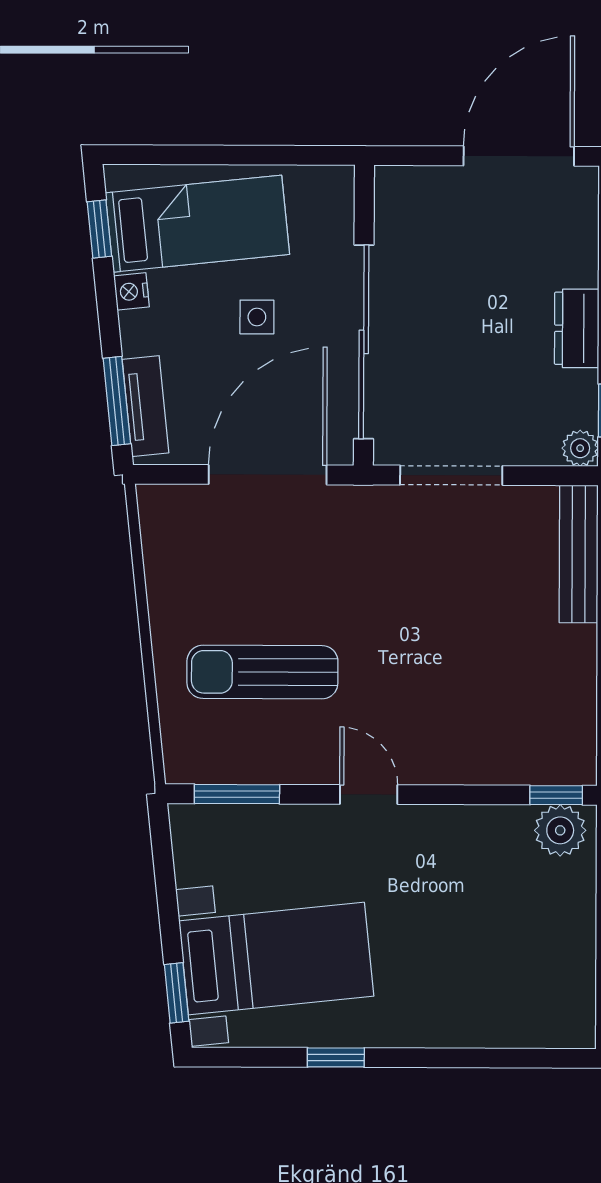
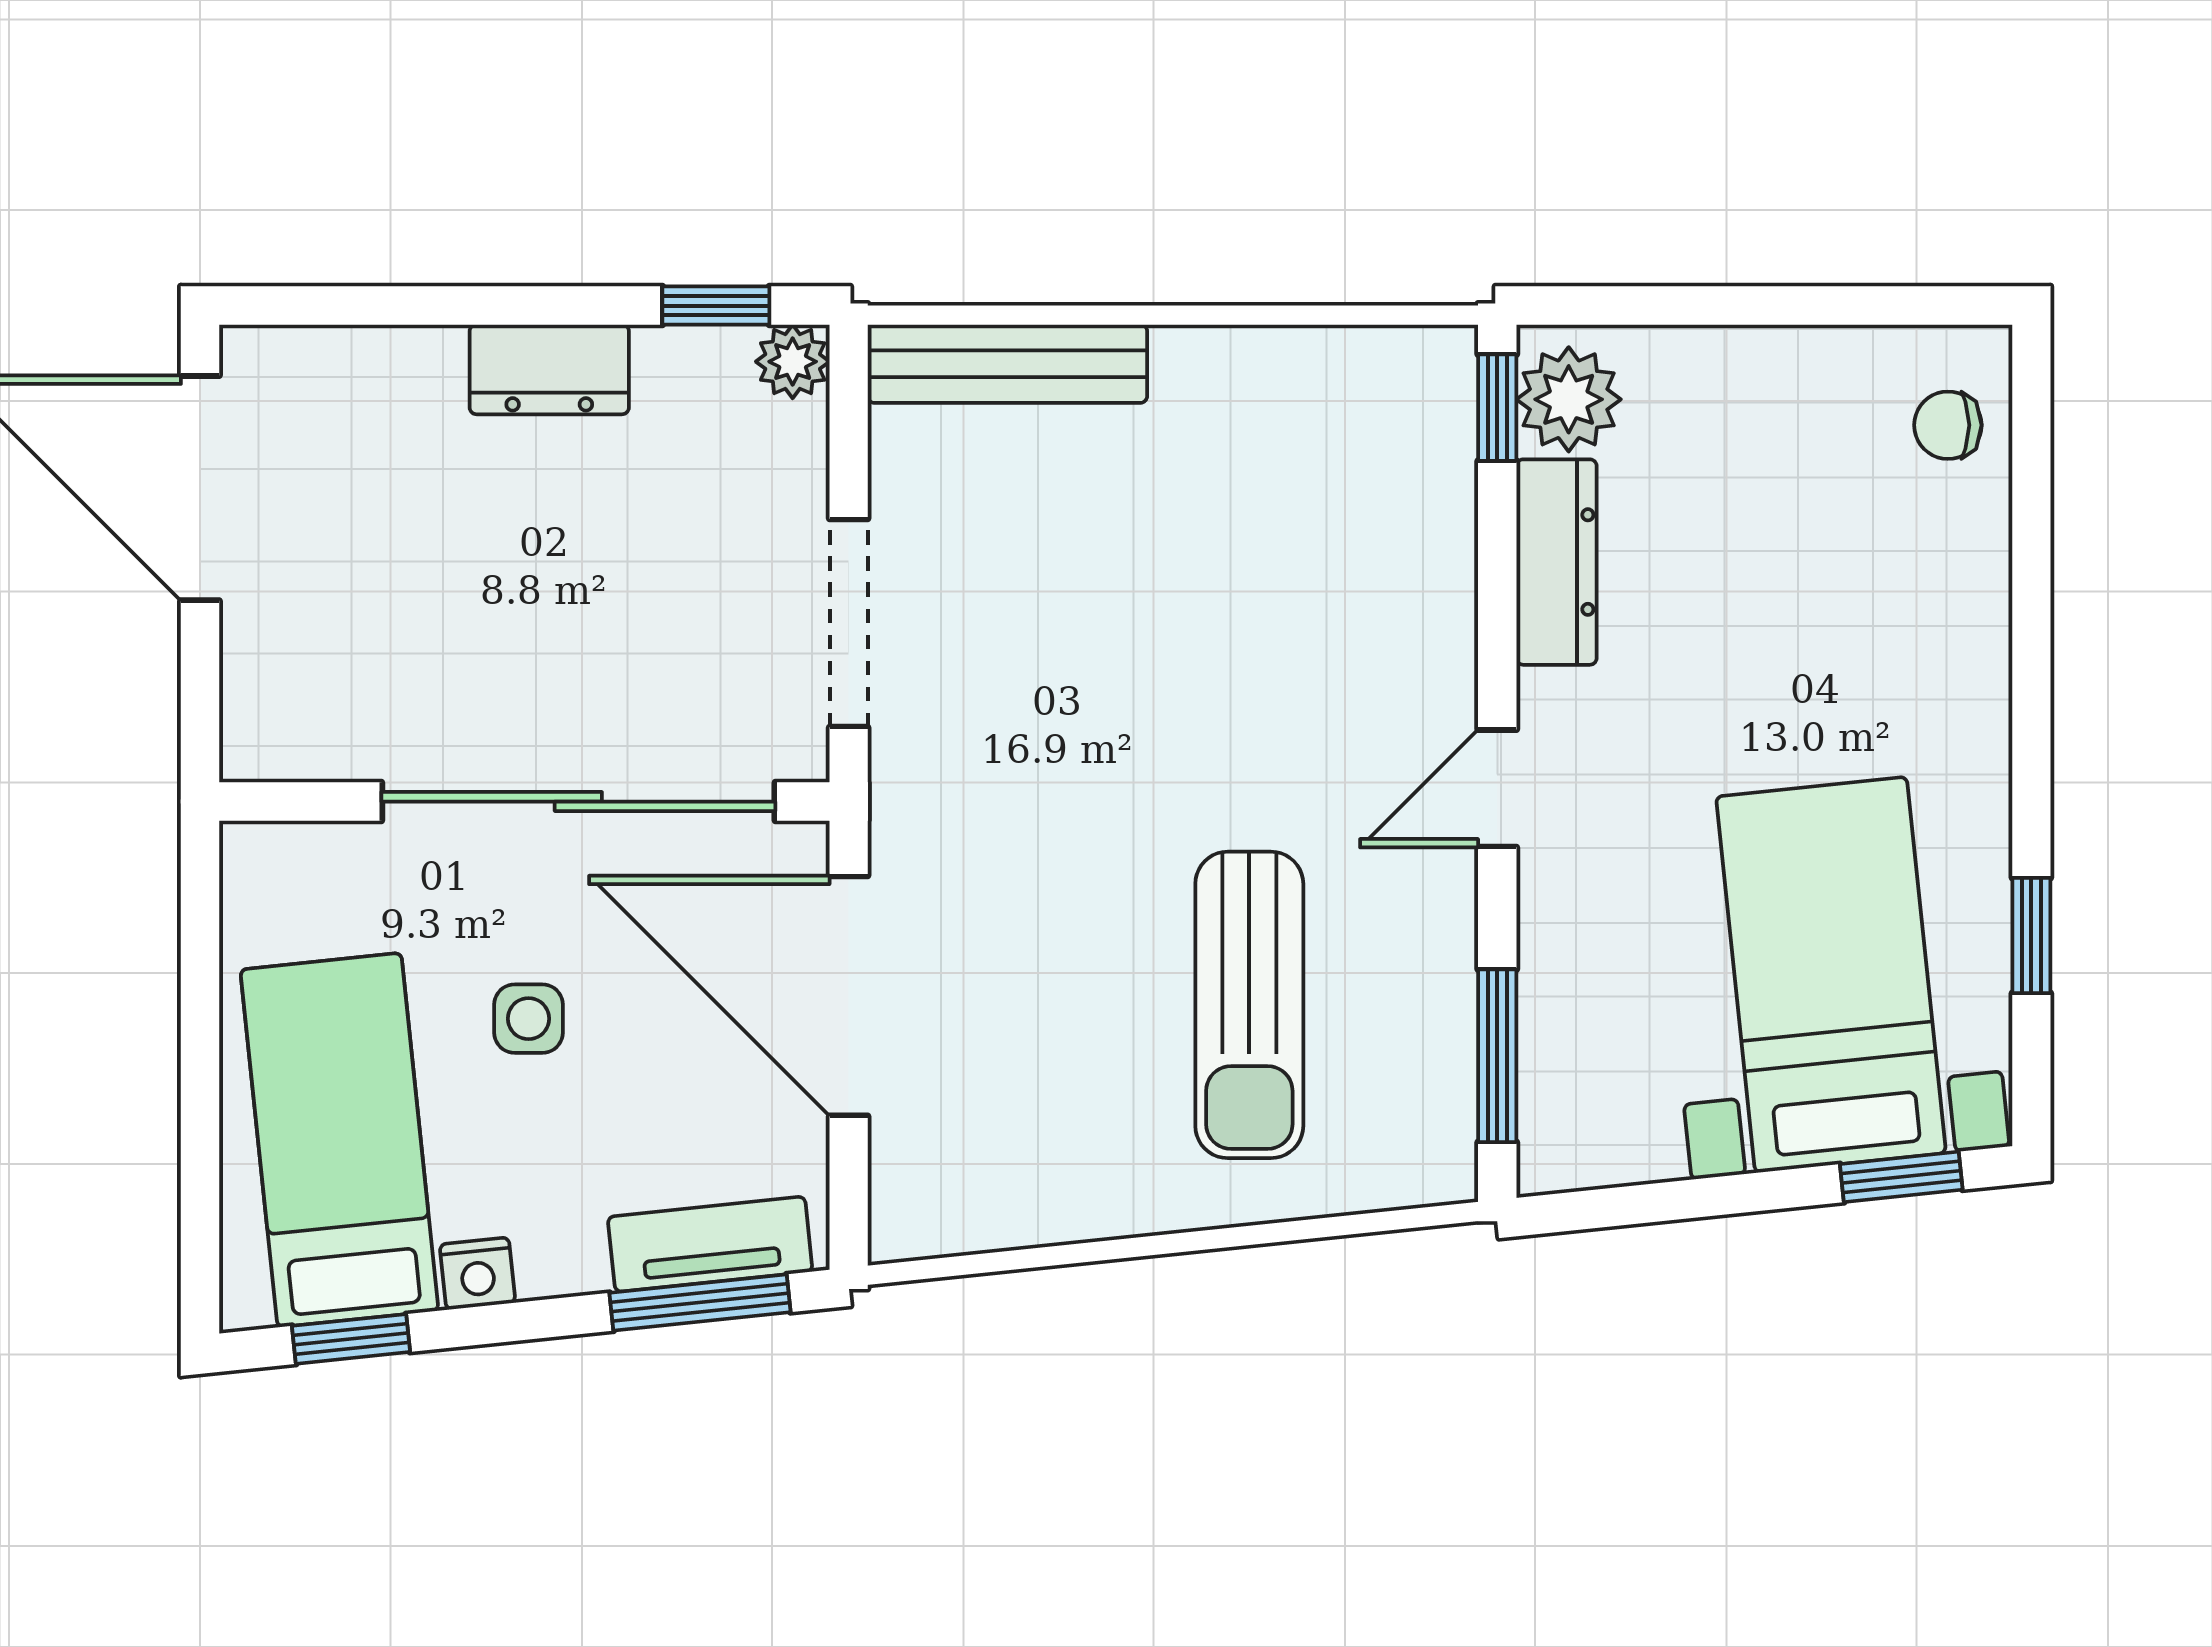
dresser: (480, 824) -> (1556, 562), added
chair: (547, 1017) -> (1948, 425), added
window: (336, 1057) -> (2031, 935), moved

